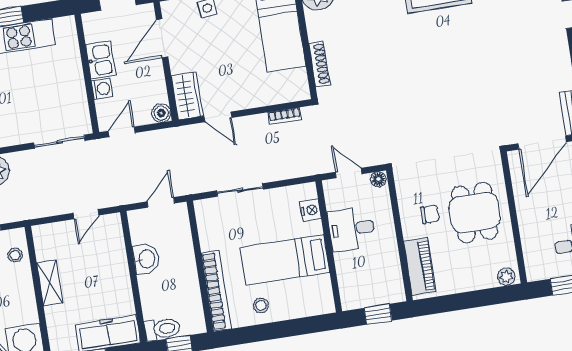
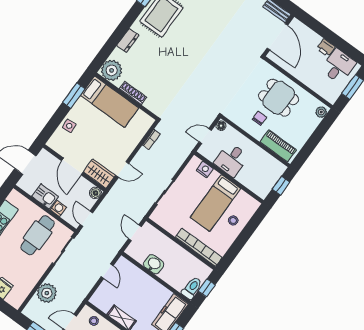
door: (162, 38) -> (72, 166), moved
shoe rack: (320, 64) -> (133, 93), moved
cafe table: (48, 95) -> (38, 235), added
stool: (261, 305) -> (233, 220), moved

